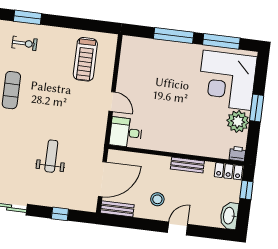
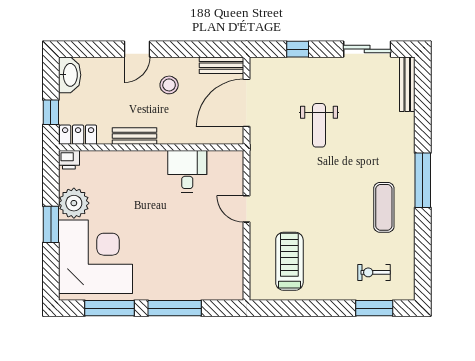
desk: (126, 132) -> (187, 171), moved, turned -90

